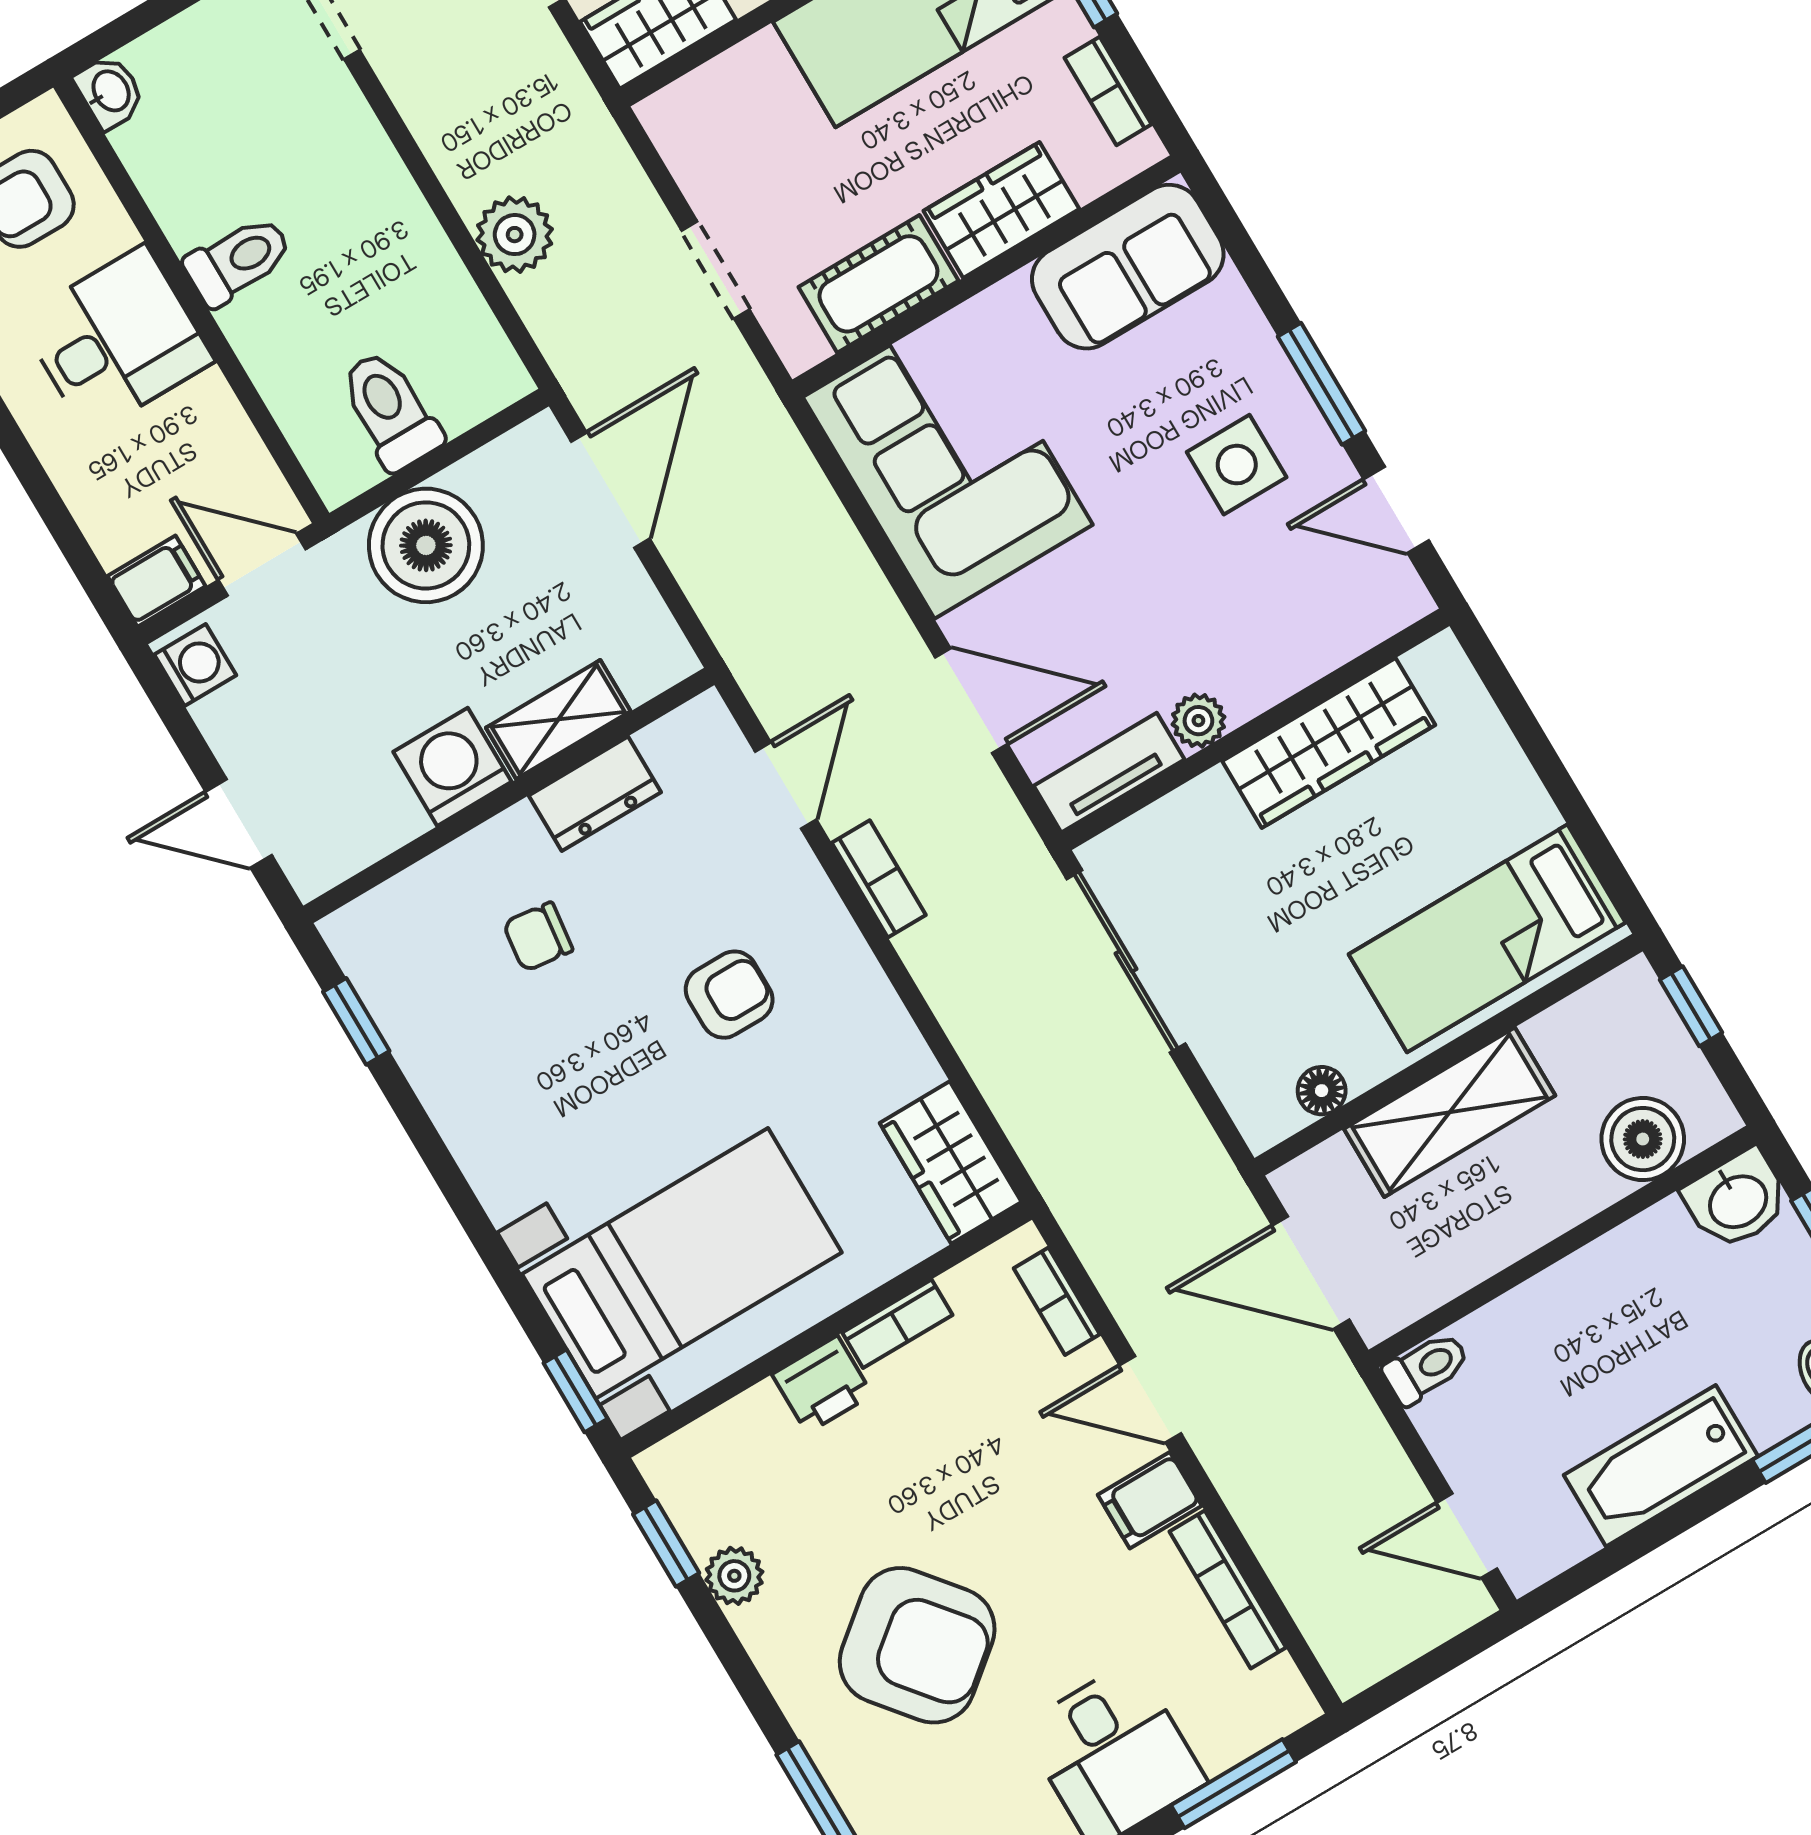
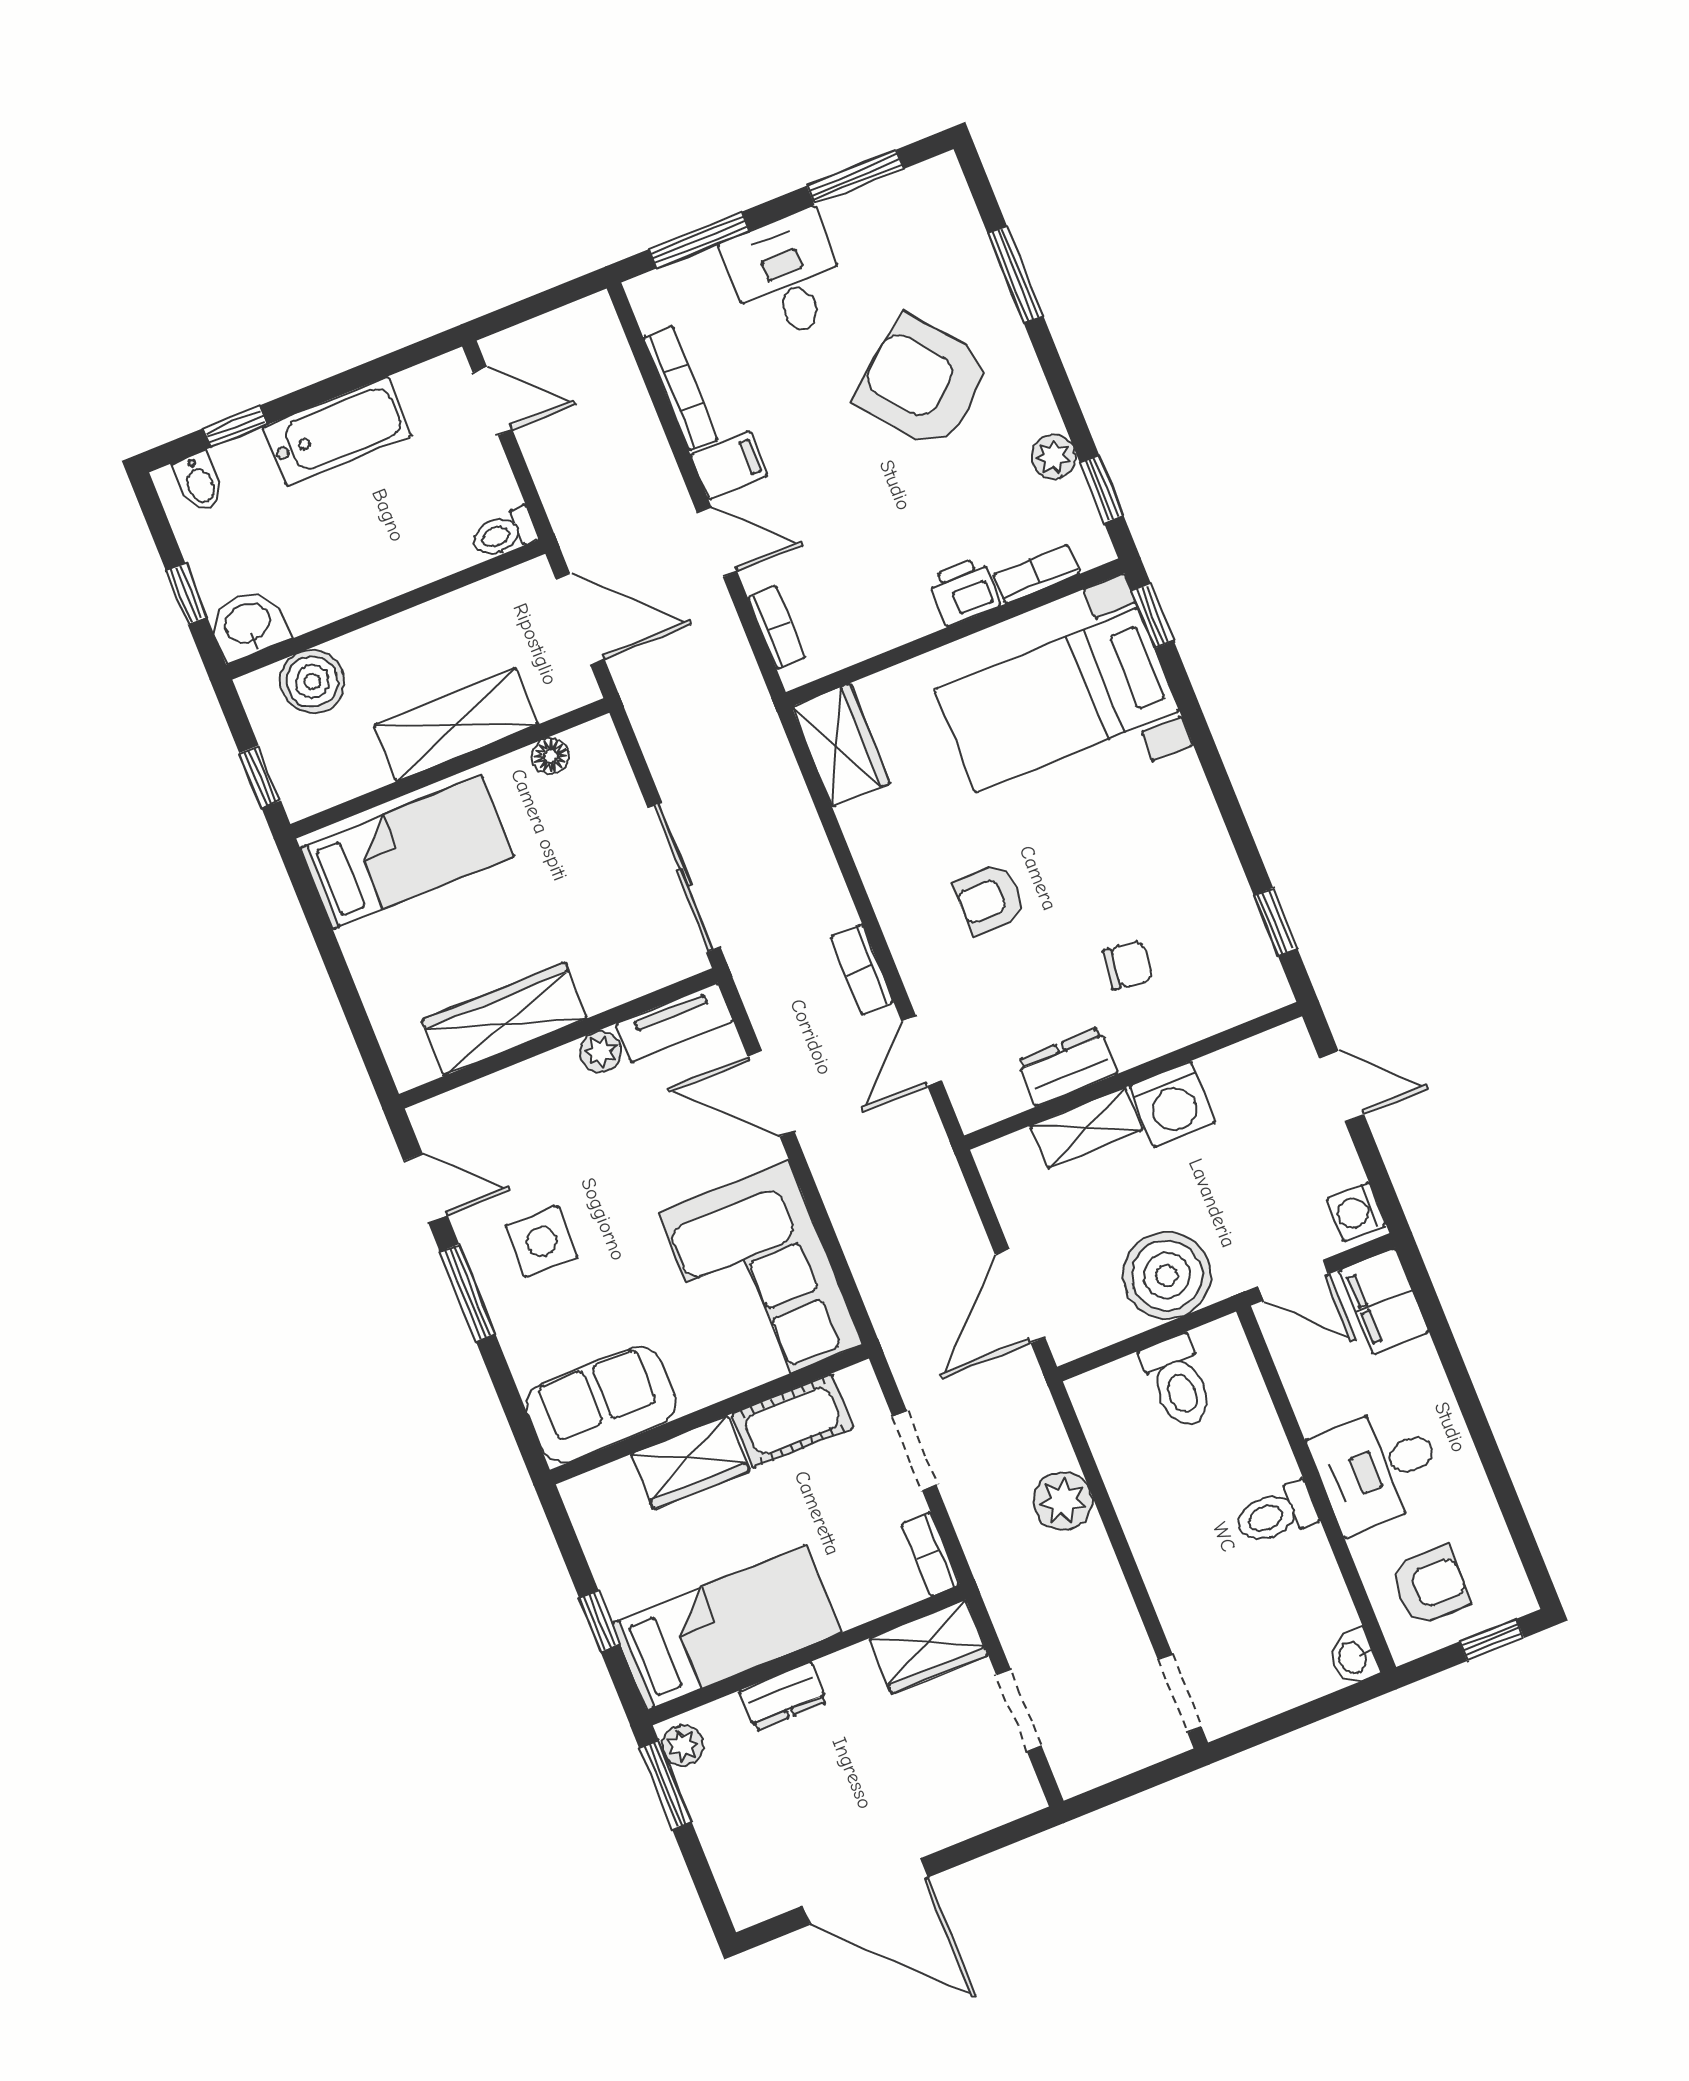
bookcase: (1108, 91) -> (931, 1554), moved, turned 180
filing cabinet: (157, 581) -> (1384, 1301), width x2.00
bookcase: (897, 1324) -> (1036, 574), moved

